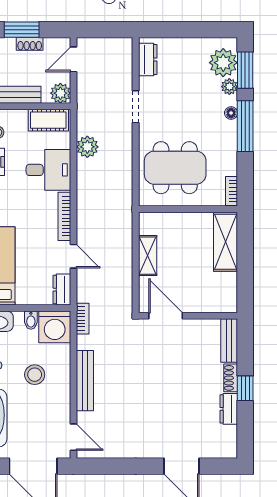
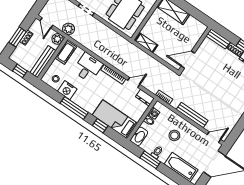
plant: (87, 147) -> (69, 29), moved
shelving: (148, 256) -> (146, 43), moved
washing machine: (55, 327) -> (154, 113), width x0.53, depth x0.53

